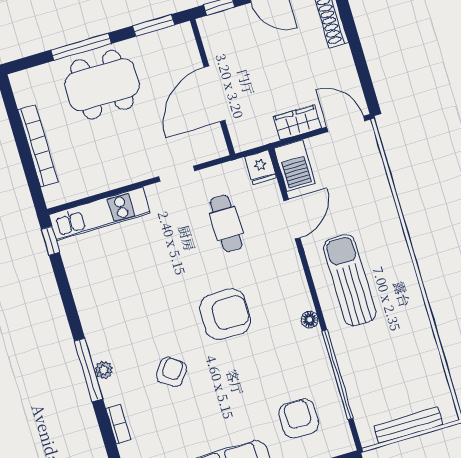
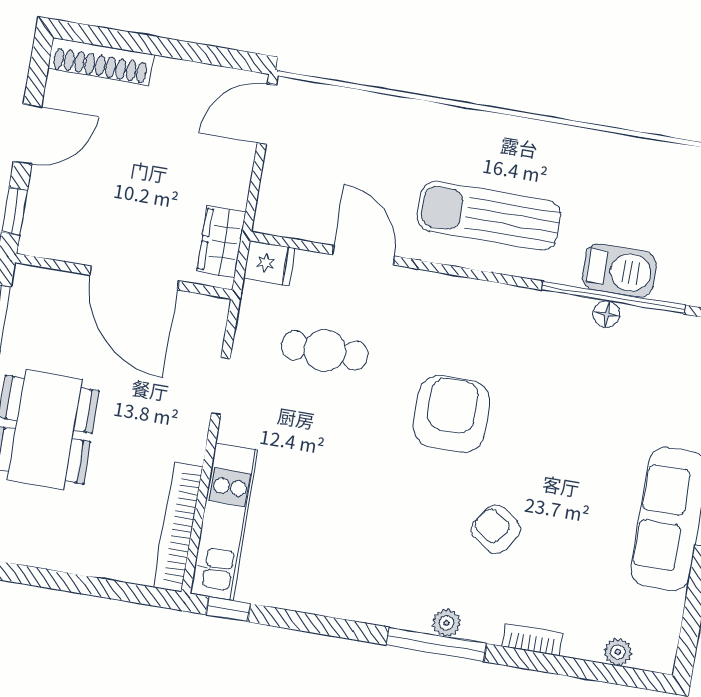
wardrobe: (297, 122) -> (221, 242), moved
bookcase: (38, 146) -> (178, 527), moved, turned -90
barbecue: (294, 166) -> (619, 271), moved
floor lamp: (310, 320) -> (606, 314), moved
armchair: (299, 418) -> (648, 382), removed

